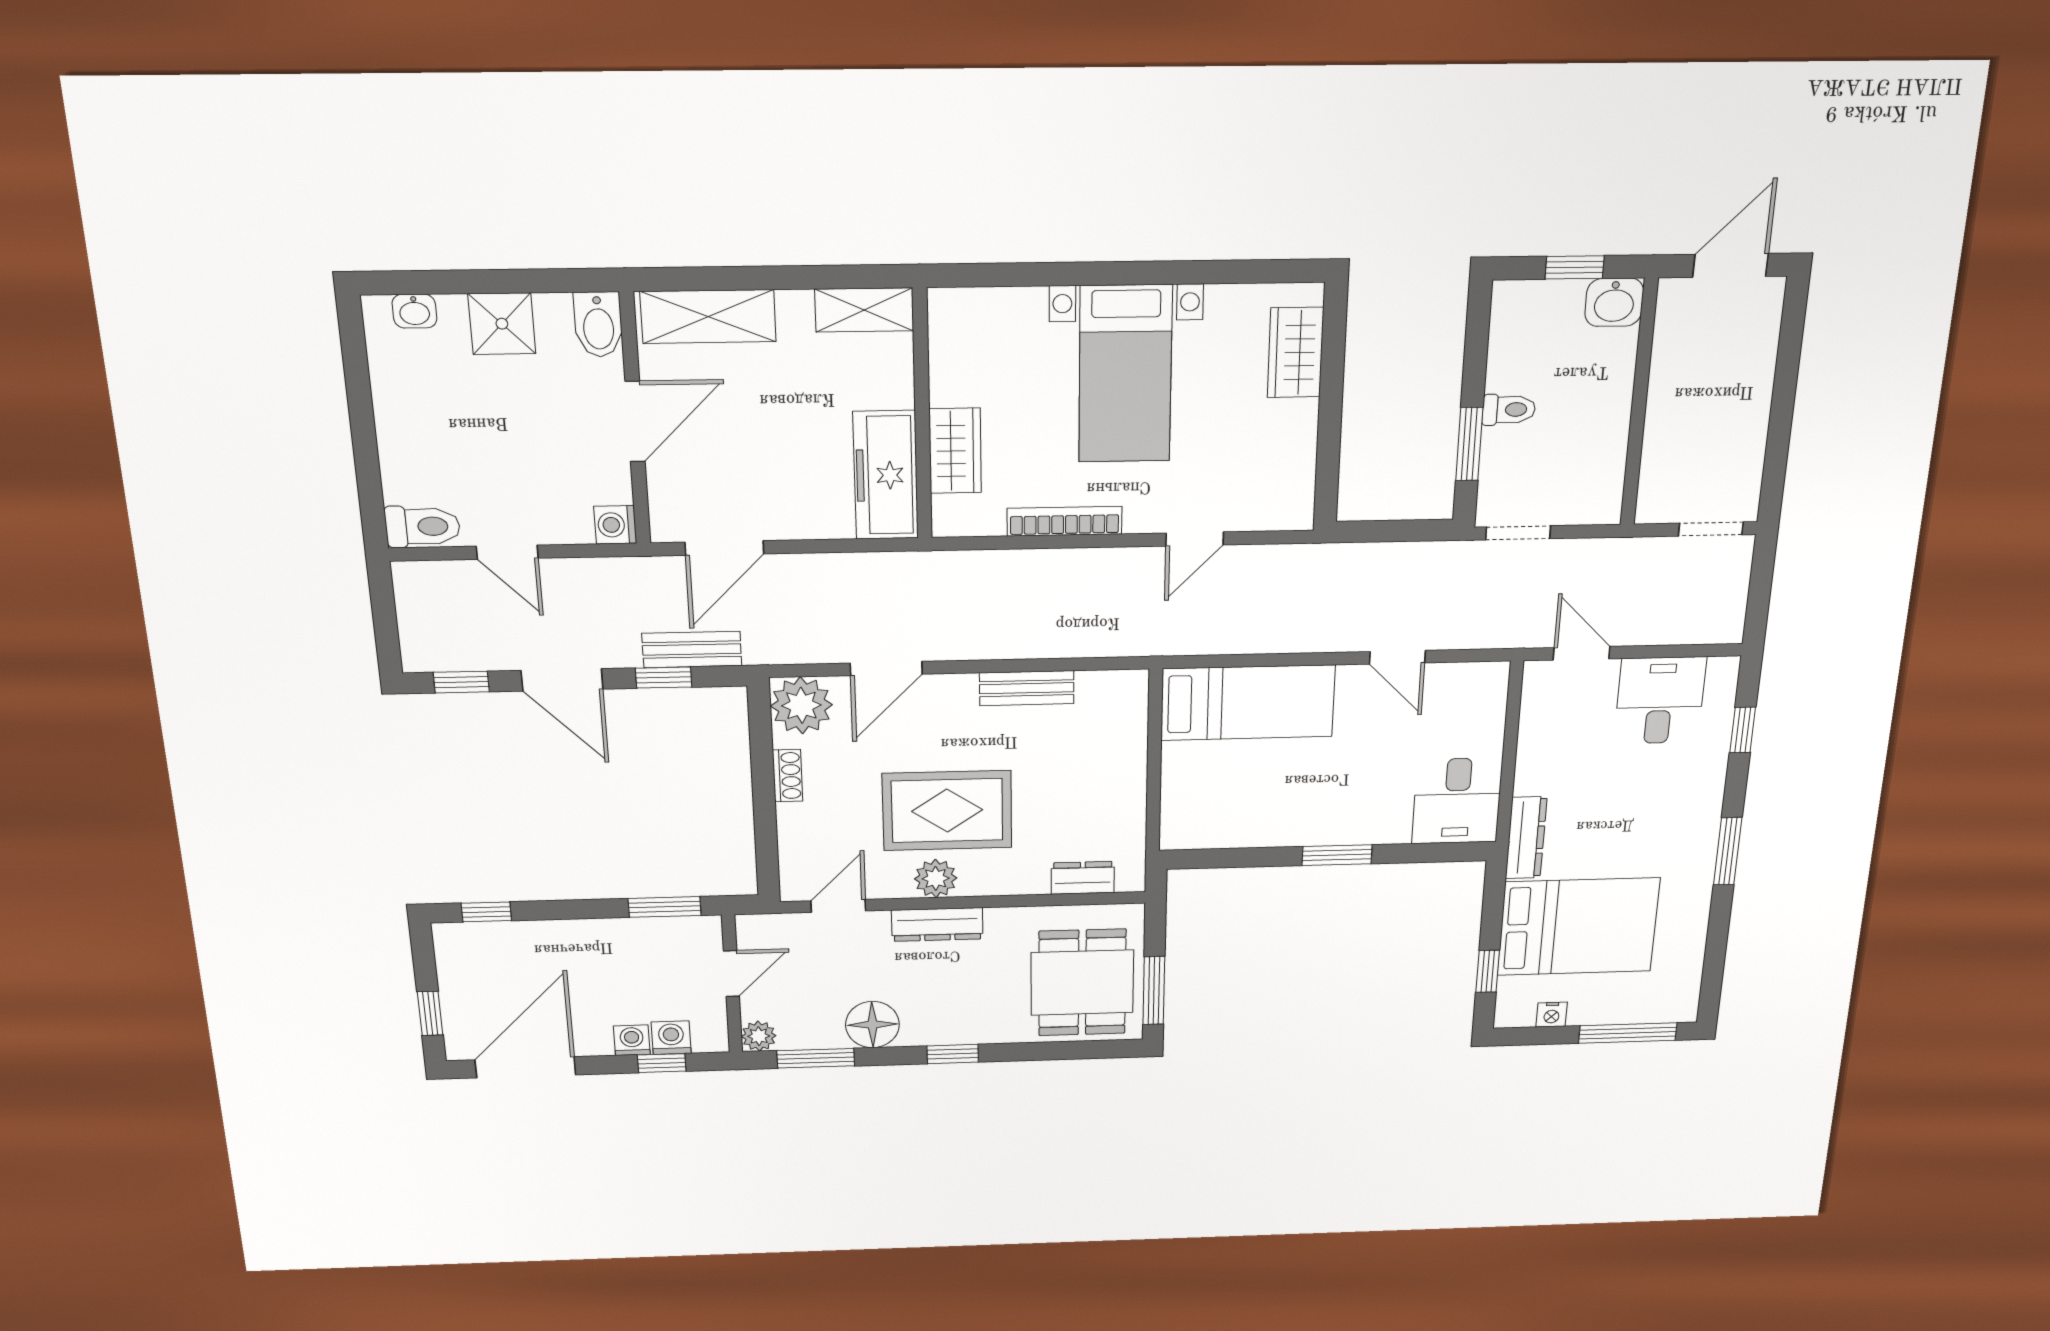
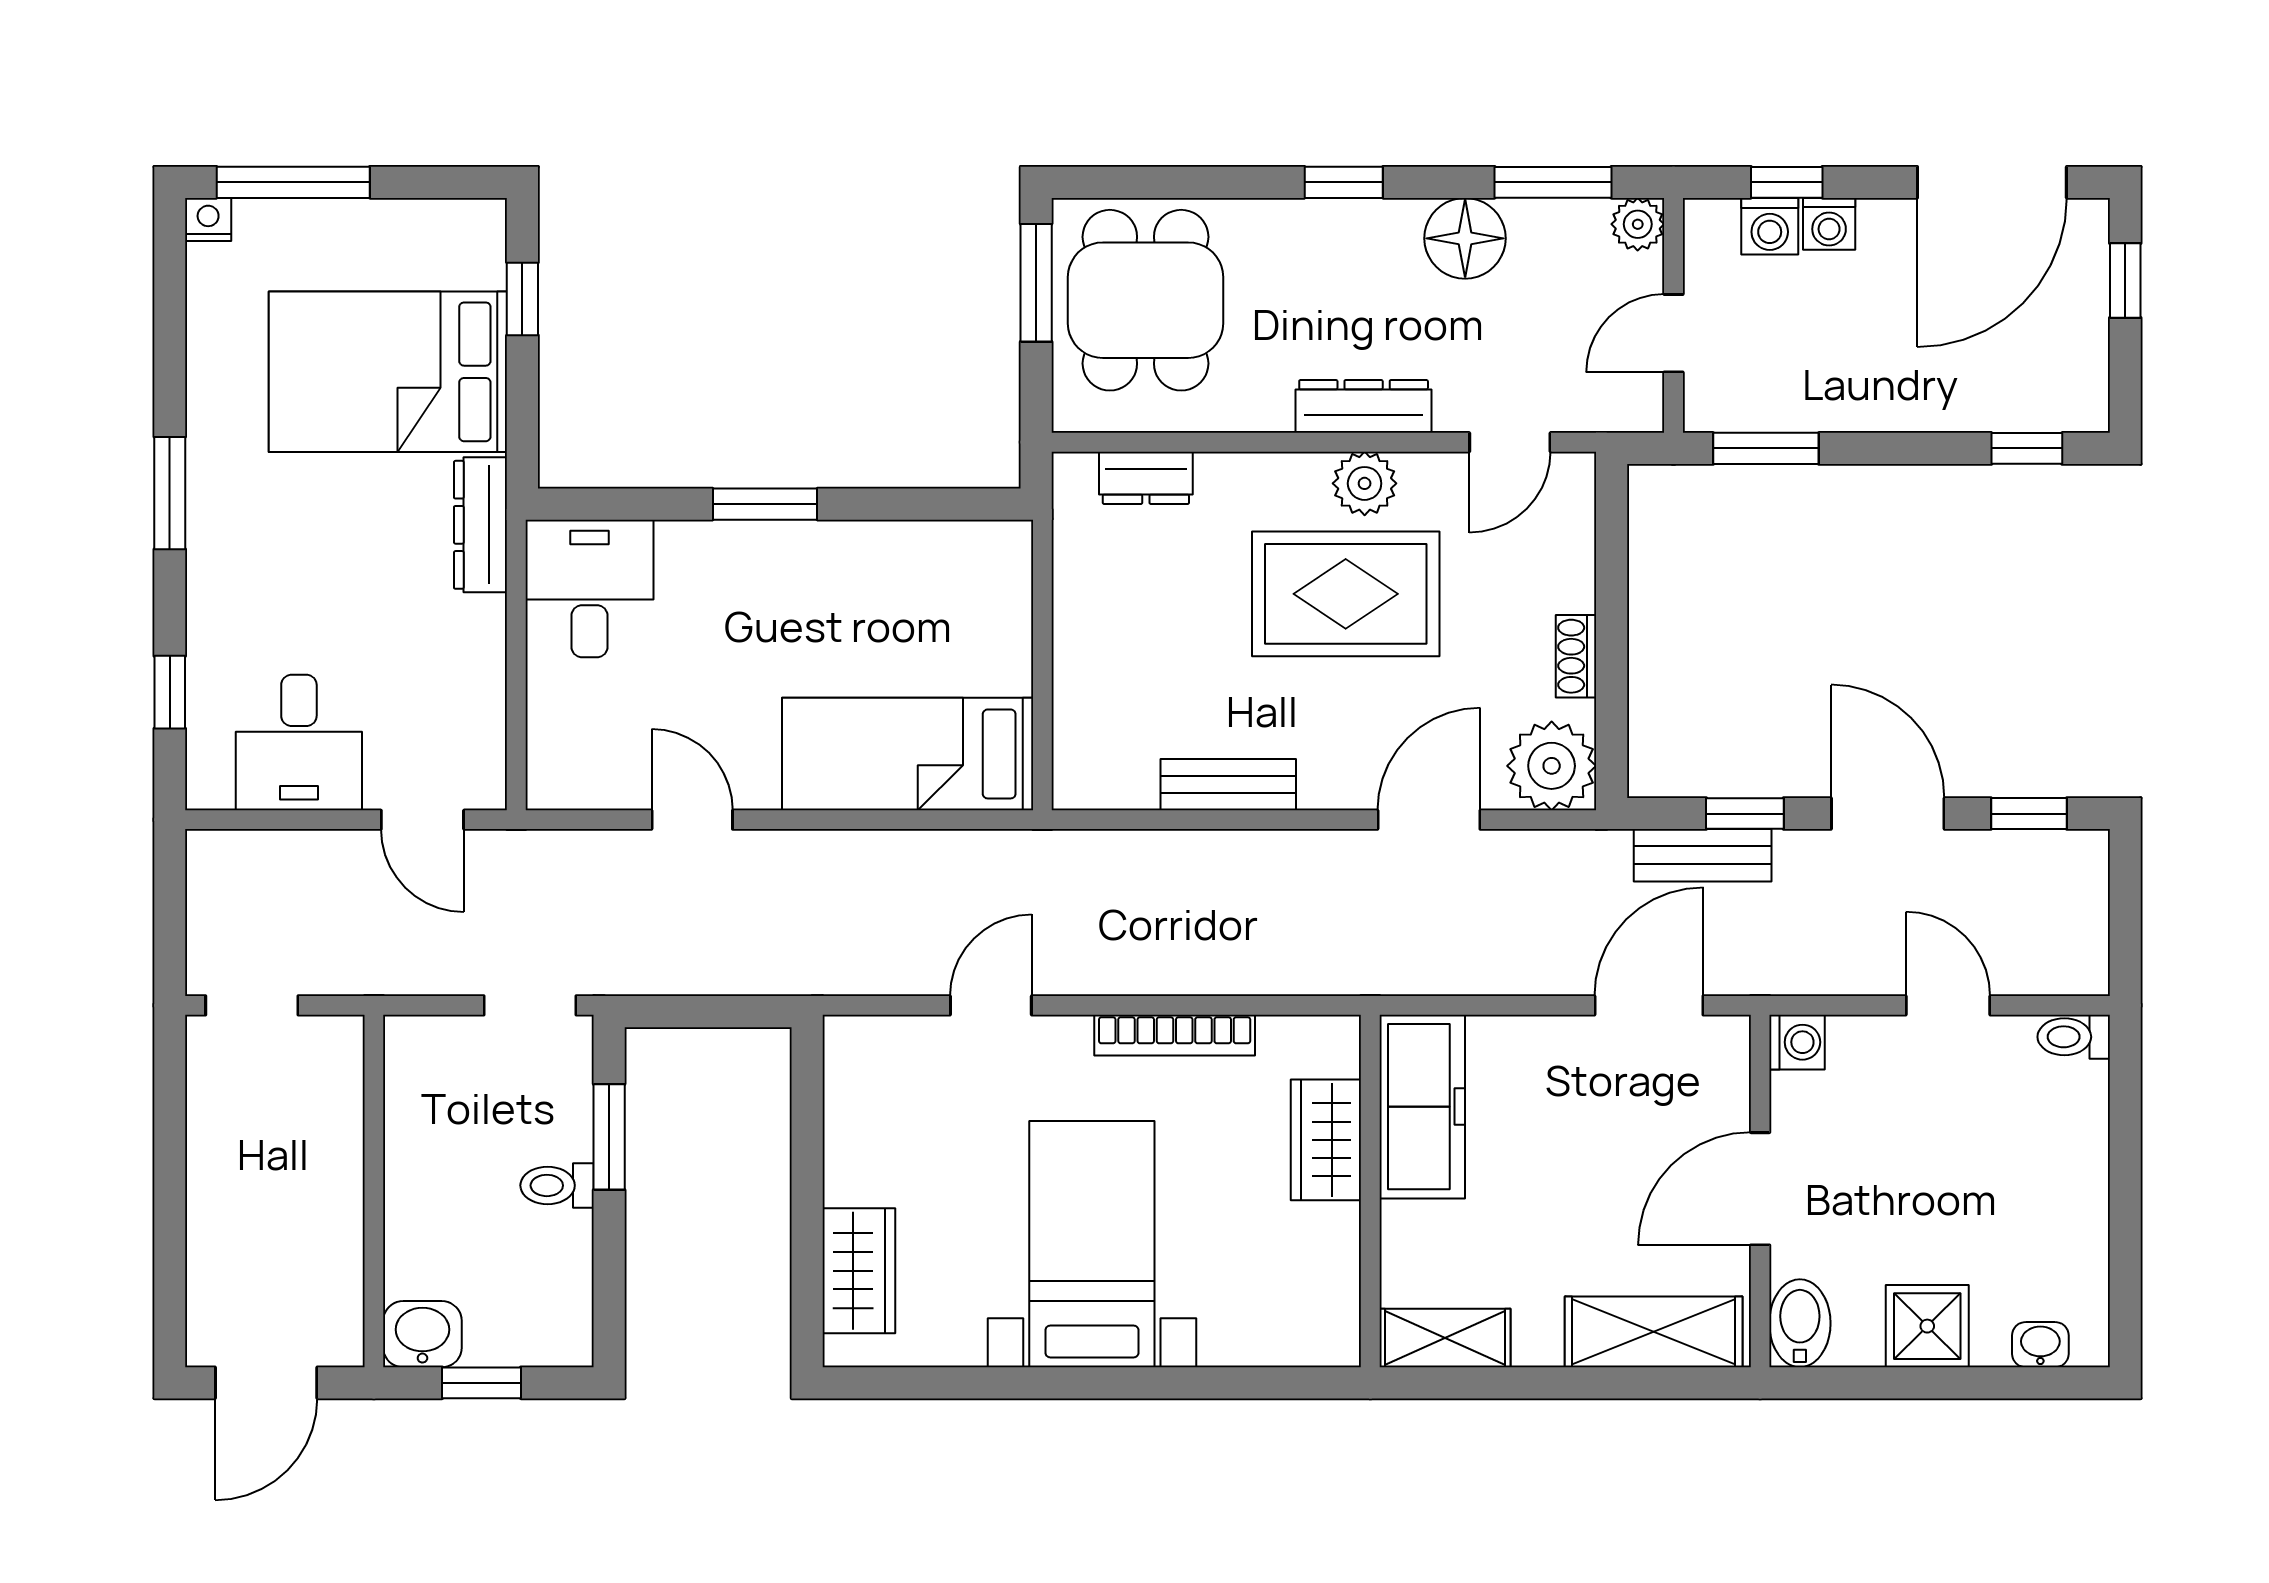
toilet: (423, 526) -> (2074, 1037), width x0.73, depth x0.72
nightstand: (1552, 1015) -> (208, 219), moved

